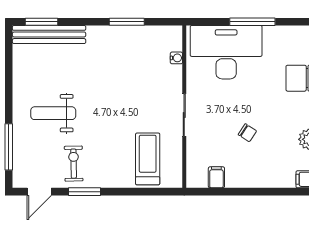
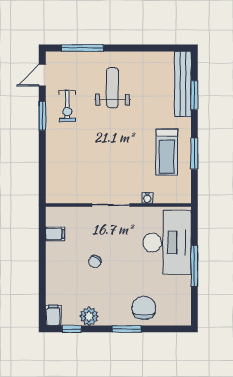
window: (41, 22) -> (194, 95), moved
water cooler: (176, 58) -> (147, 198), moved
treadmill: (148, 159) -> (167, 152), moved, turned 90
exercise bike: (74, 164) -> (67, 106), turned 91
door: (39, 192) -> (42, 75), hinge flipped

